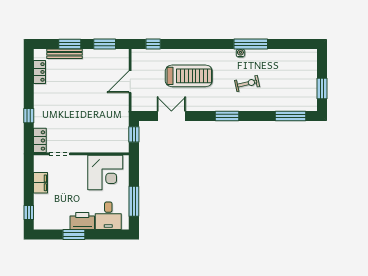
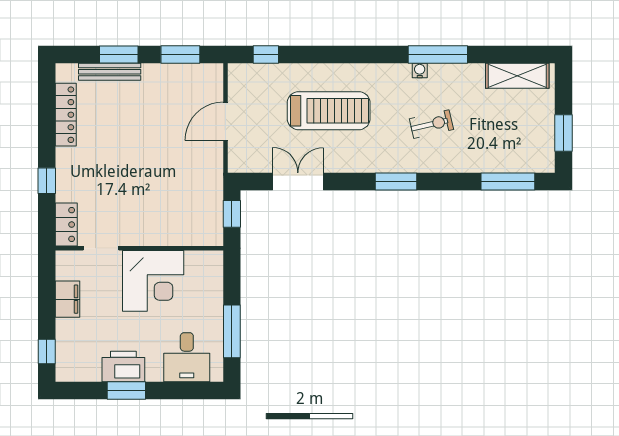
shelving: (296, 56) -> (517, 76), added
locker: (40, 72) -> (66, 115), width x1.53
corner desk: (105, 172) -> (153, 281), moved
printer: (82, 221) -> (123, 366), moved

